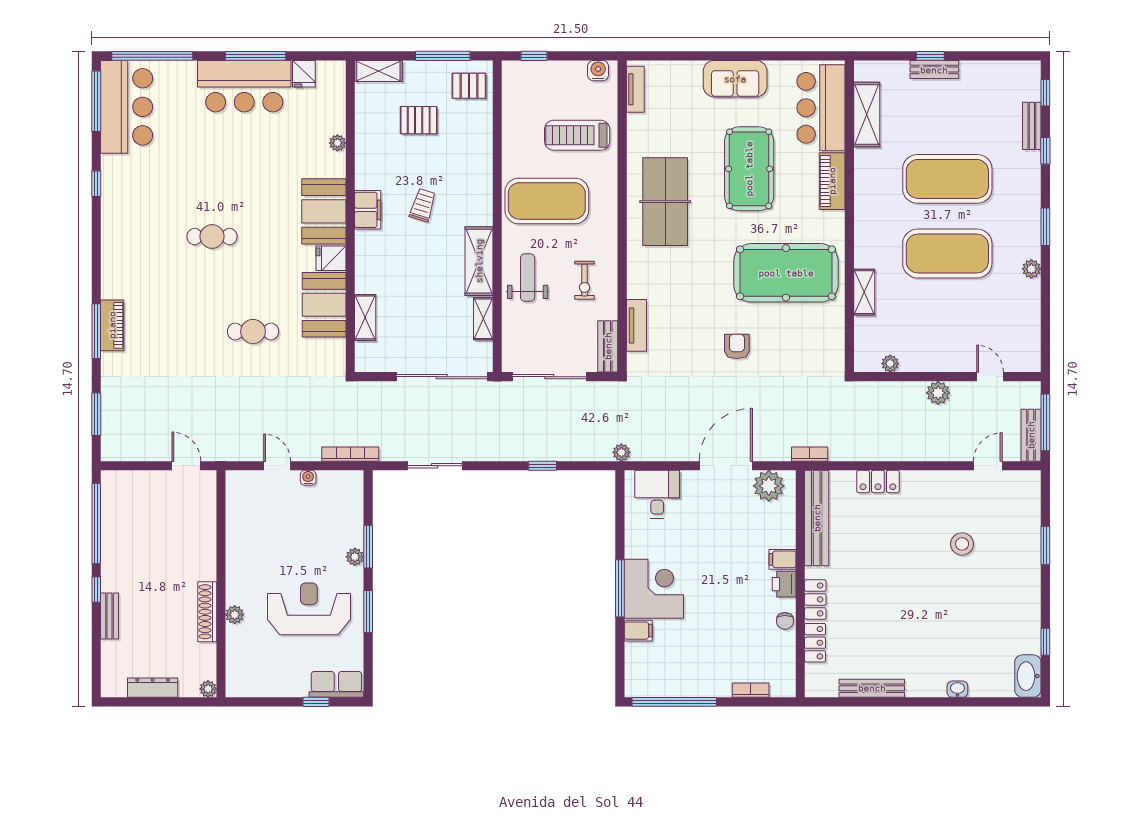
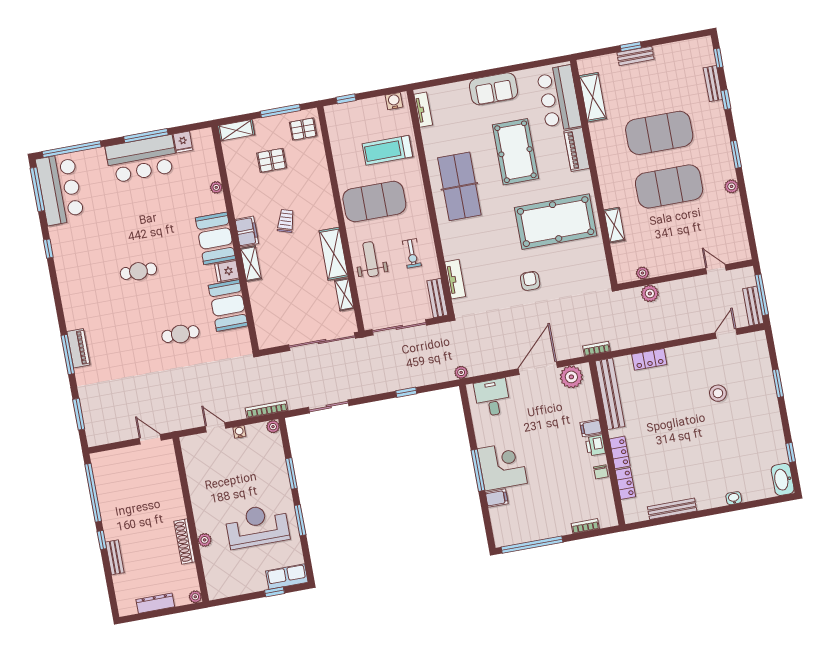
shelving: (365, 317) -> (251, 264), moved
plant: (938, 393) -> (650, 293), moved
plant: (355, 557) -> (273, 427), moved

